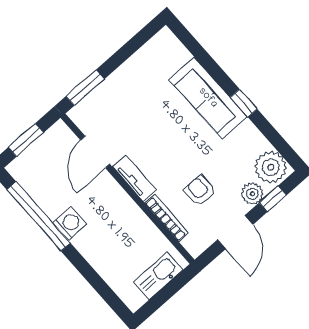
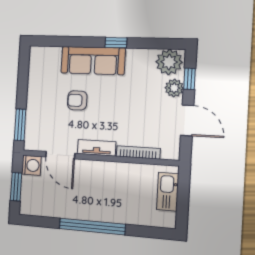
armchair: (200, 191) -> (77, 100), moved
window: (39, 216) -> (92, 226), moved
washing machine: (70, 224) -> (31, 165), moved, turned 90

